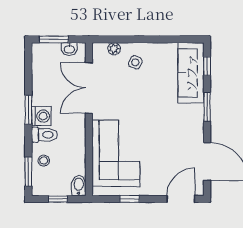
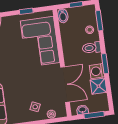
shower: (42, 79) -> (98, 86), added
washing machine: (41, 116) -> (97, 71), moved

